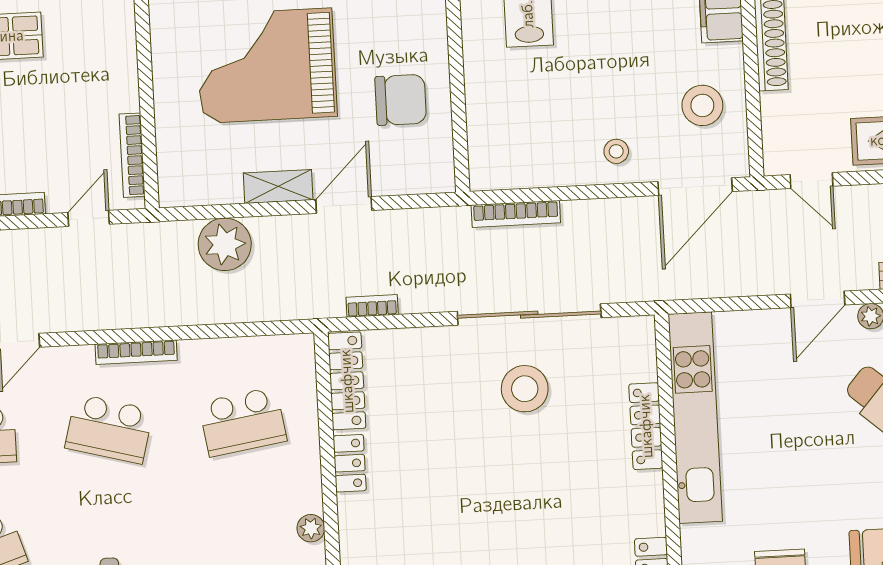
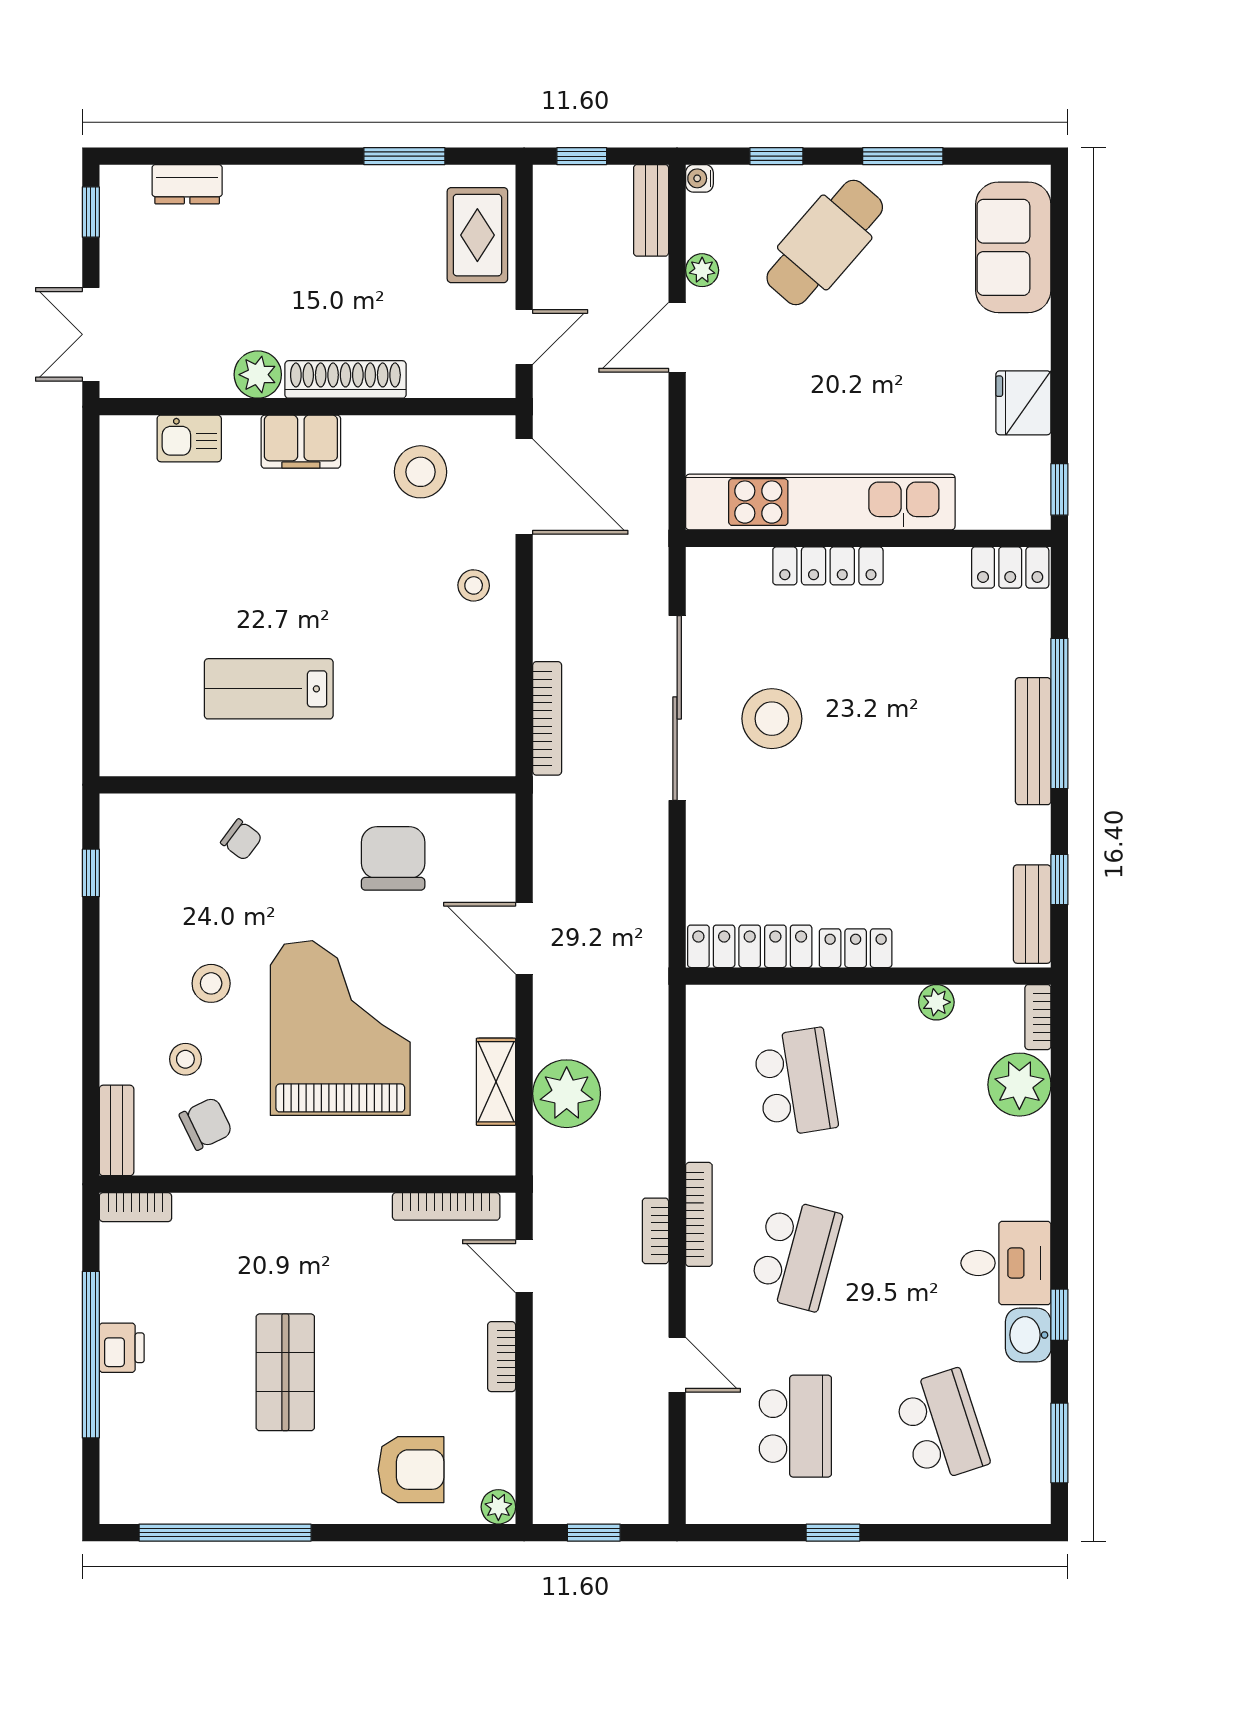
grand piano: (266, 66) -> (340, 1028), turned 180
shelving: (278, 186) -> (496, 1082), moved
door: (818, 299) -> (677, 337), swing flipped
bookcase: (372, 306) -> (655, 1231), moved

